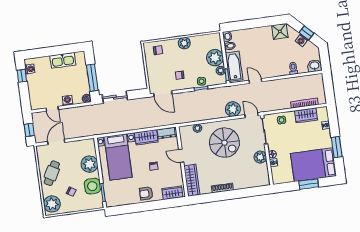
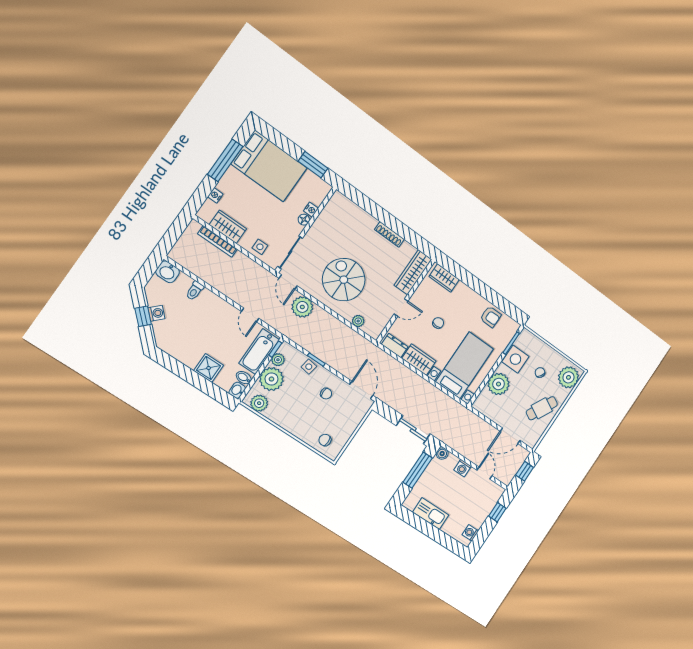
shower: (280, 31) -> (209, 368), moved
plant: (184, 43) -> (259, 403), moved
window: (22, 76) -> (497, 512), moved
window: (337, 147) -> (225, 160), width x1.44
door: (181, 156) -> (401, 308), hinge flipped
plant: (260, 157) -> (320, 229), removed
window: (309, 184) -> (313, 165), moved
armchair: (146, 193) -> (491, 317), moved

